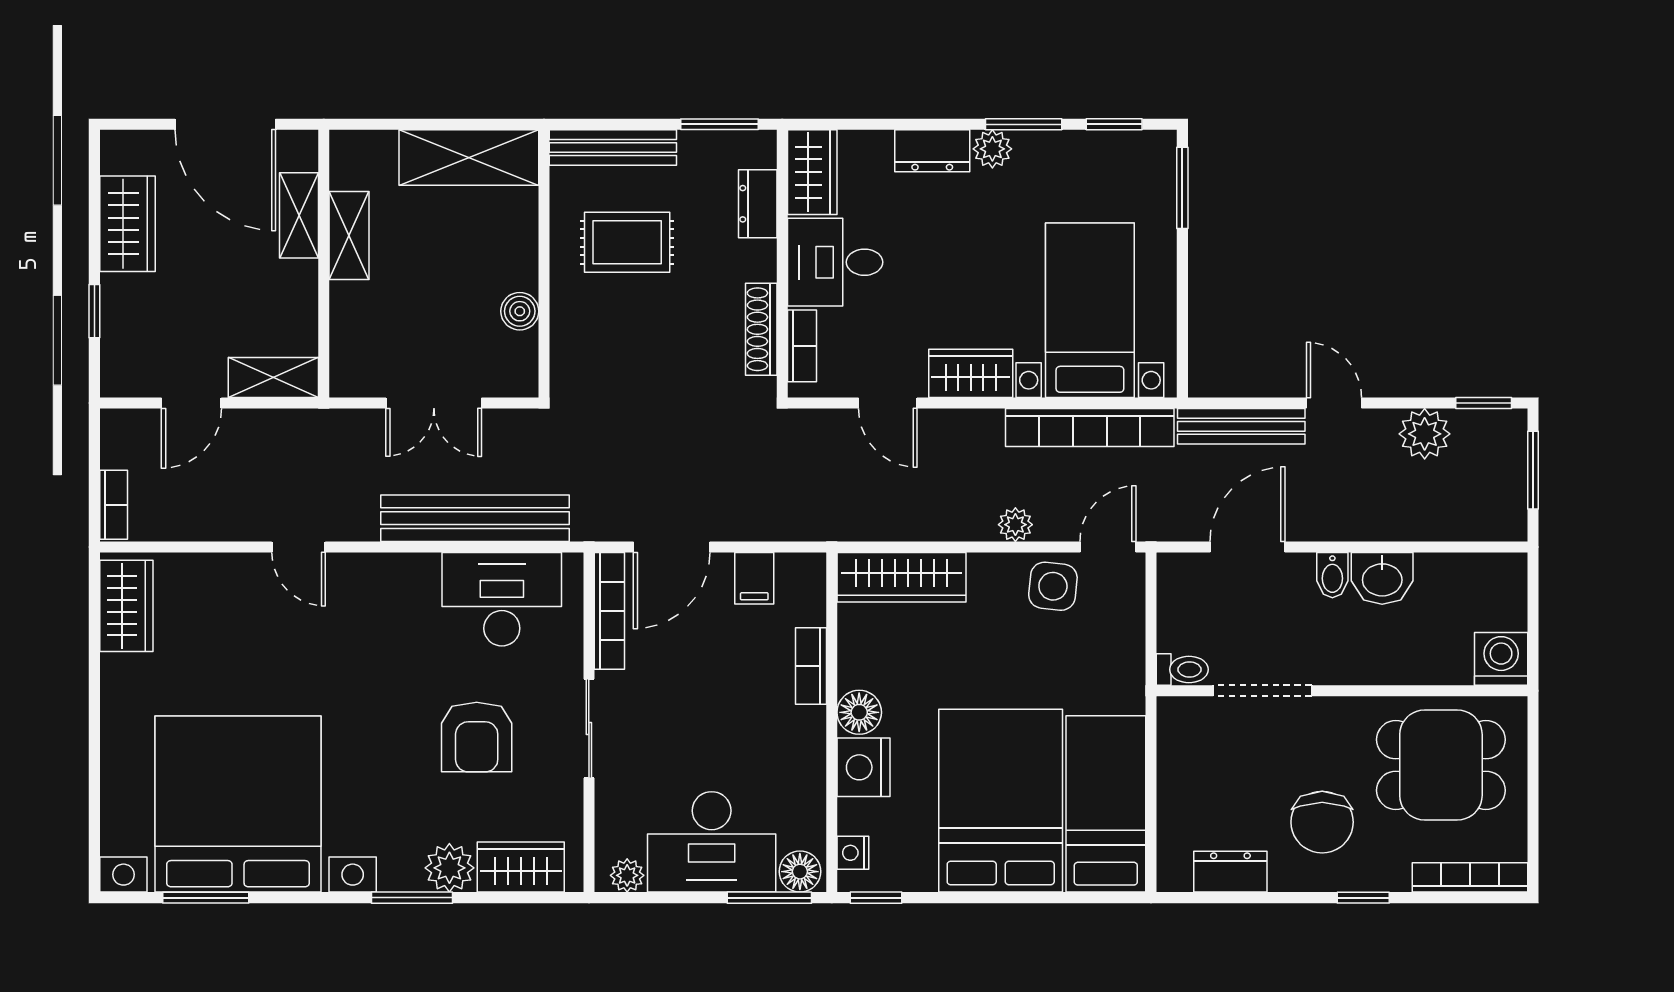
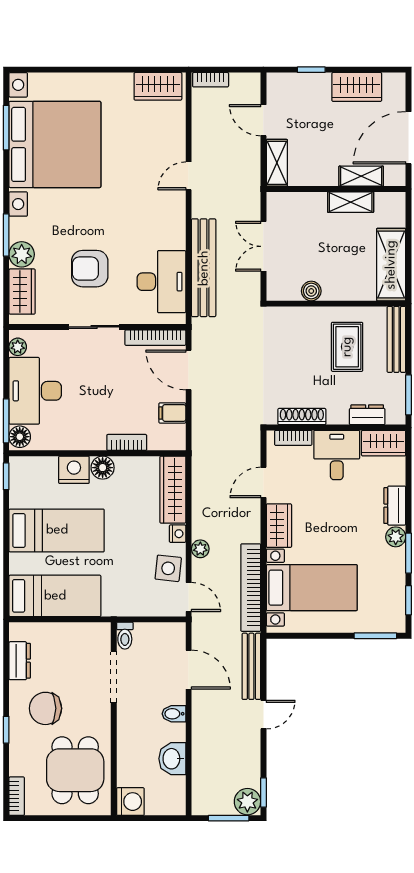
plant: (1425, 434) -> (247, 802), moved
washbasin: (1382, 578) -> (172, 759), moved
bed: (1001, 801) -> (57, 530), width x0.67
nightstand: (853, 853) -> (178, 534), moved, turned 90
bookcase: (1470, 877) -> (17, 796), width x0.64

